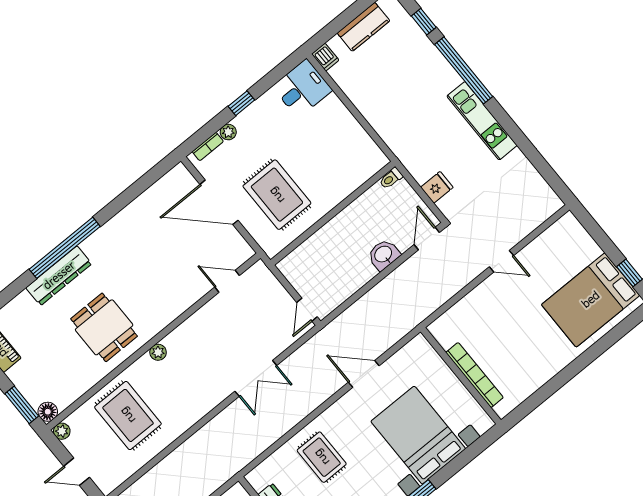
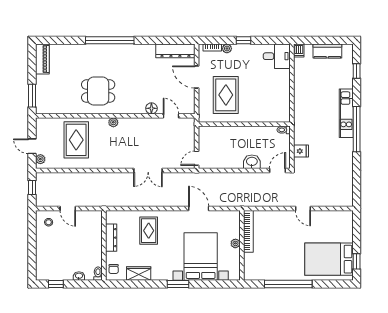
window: (464, 70) -> (357, 129), moved
kitchen unit: (482, 121) -> (346, 113), moved
door: (219, 202) -> (197, 77), width x0.73
dresser: (59, 276) -> (175, 51), moved
dining table: (104, 327) -> (98, 91), turned 90
bookcase: (474, 375) -> (248, 231), moved
window: (564, 377) -> (288, 284), added
plant: (450, 380) -> (235, 243), added
floor lamp: (48, 412) -> (151, 108), moved
plant: (62, 431) -> (40, 159), moved

